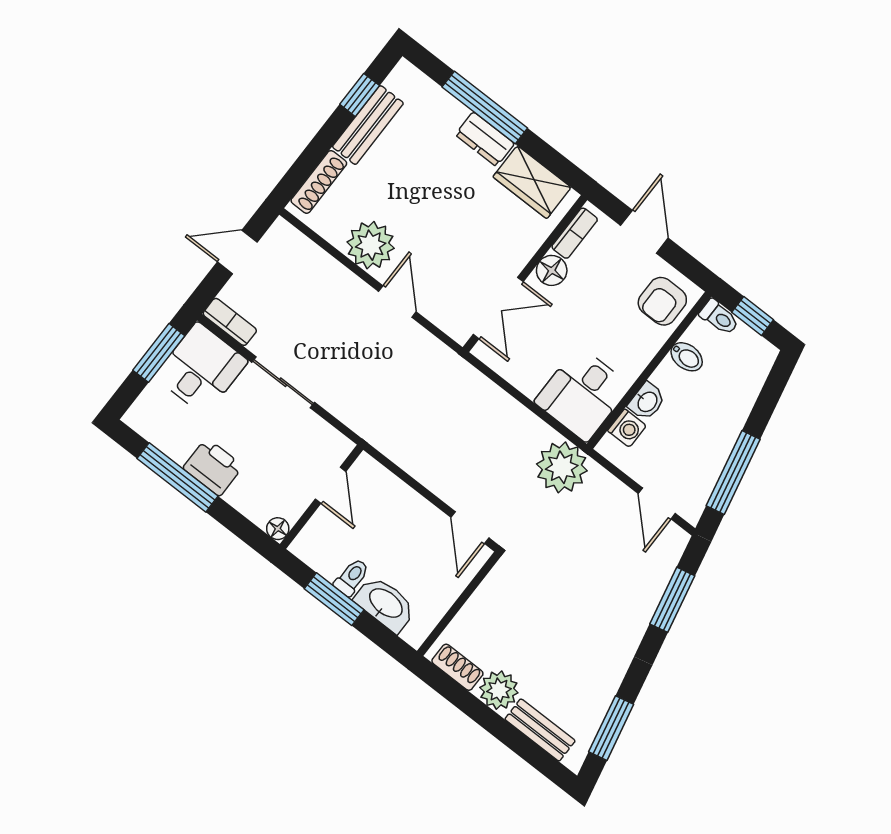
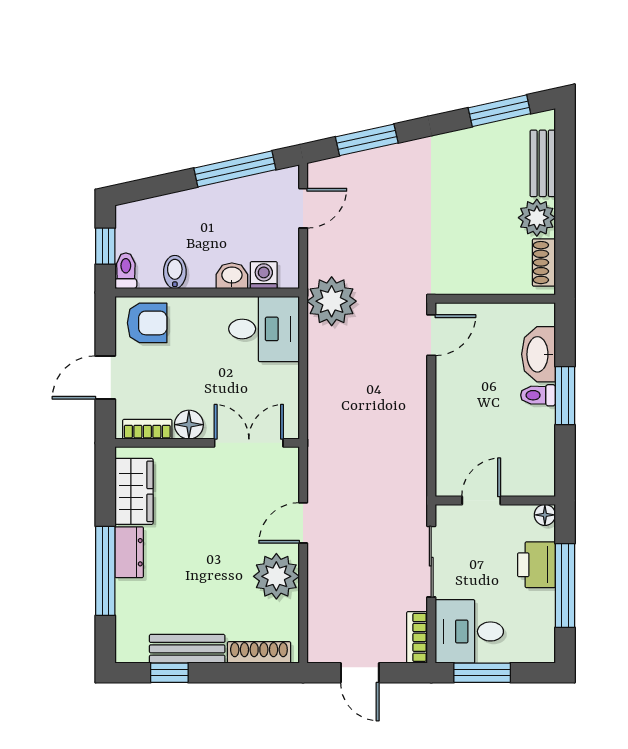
door: (331, 485) -> (481, 501), moved
wall: (321, 497) -> (495, 501), moved
floor lamp: (278, 529) -> (545, 515), moved

